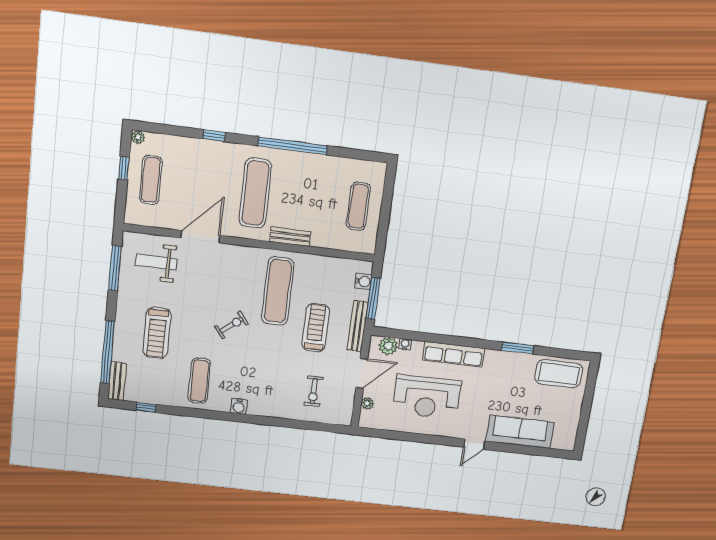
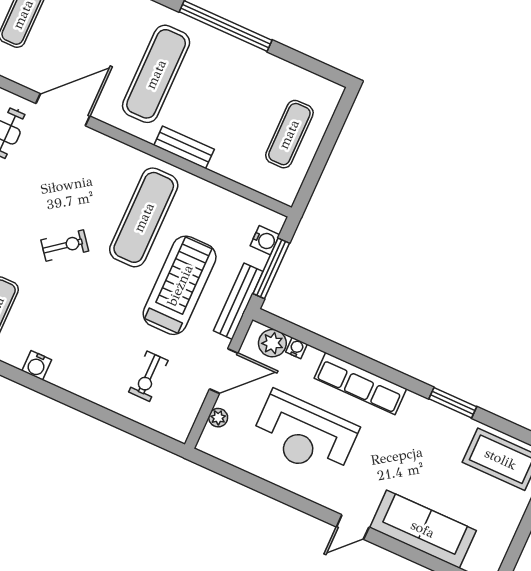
treadmill: (316, 328) -> (180, 285), width x1.37, depth x1.38

